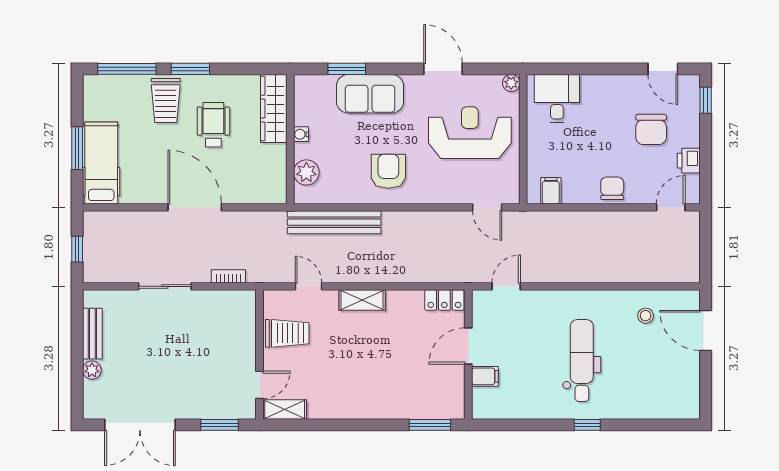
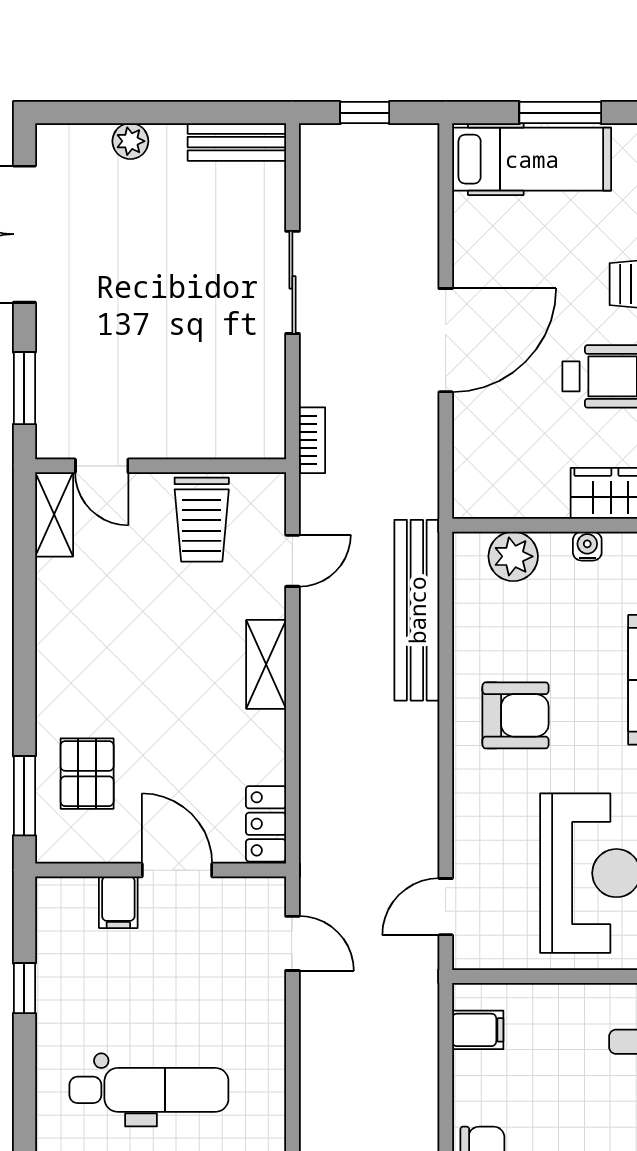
bookcase: (228, 276) -> (312, 440), moved
bench: (92, 334) -> (237, 142), moved
pallet: (418, 392) -> (87, 774), added
window: (587, 425) -> (24, 988), moved

